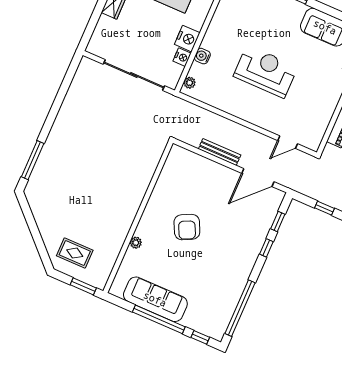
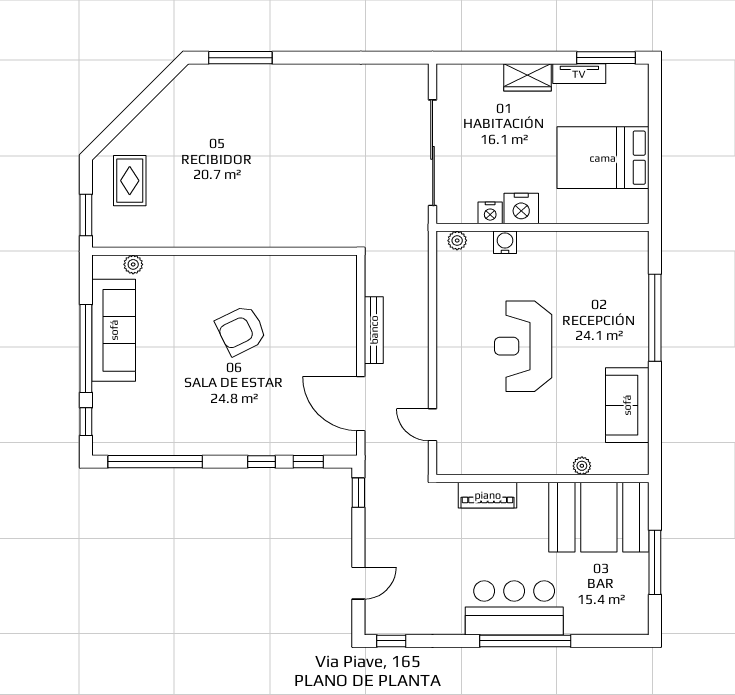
reception desk: (266, 71) -> (523, 346), turned 180
window: (325, 208) -> (358, 493), moved
plant: (136, 243) -> (133, 264), moved

